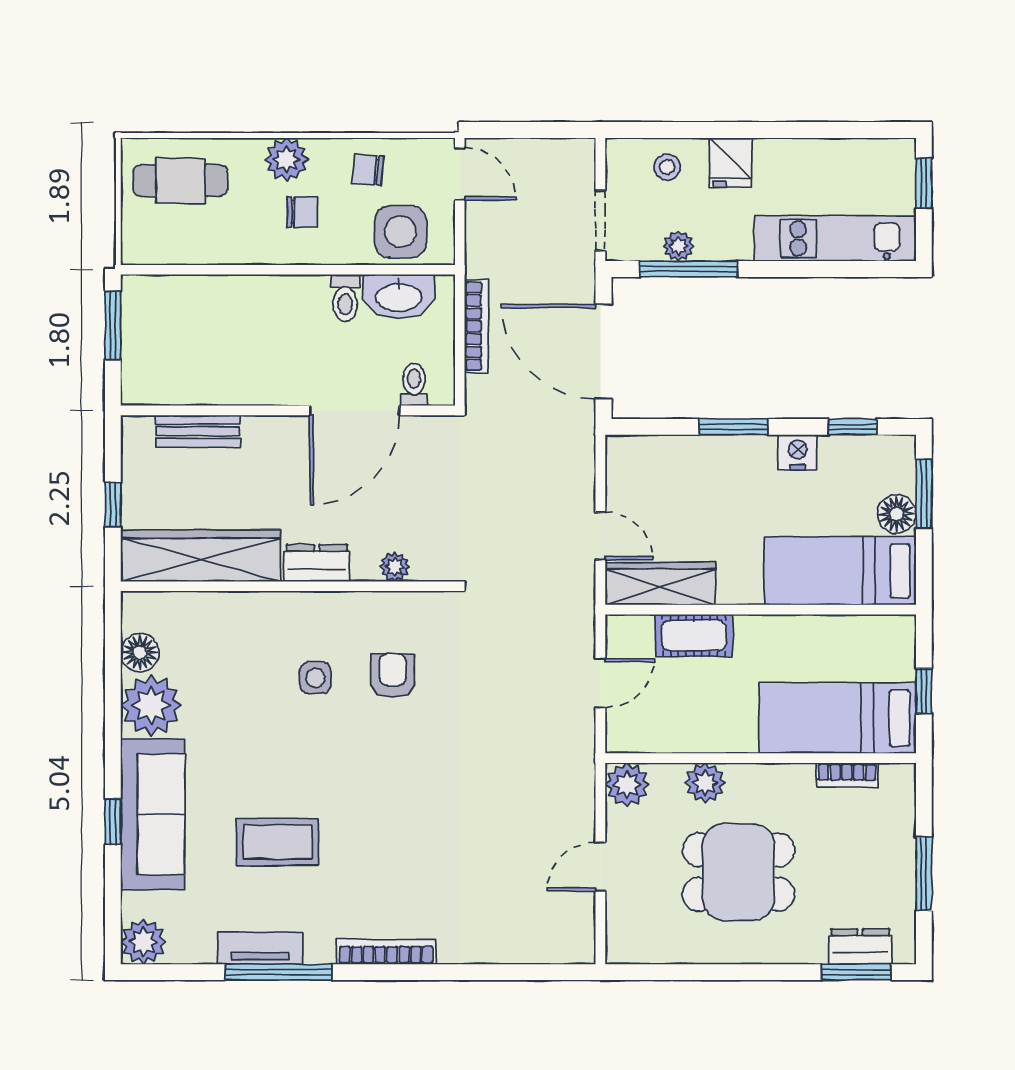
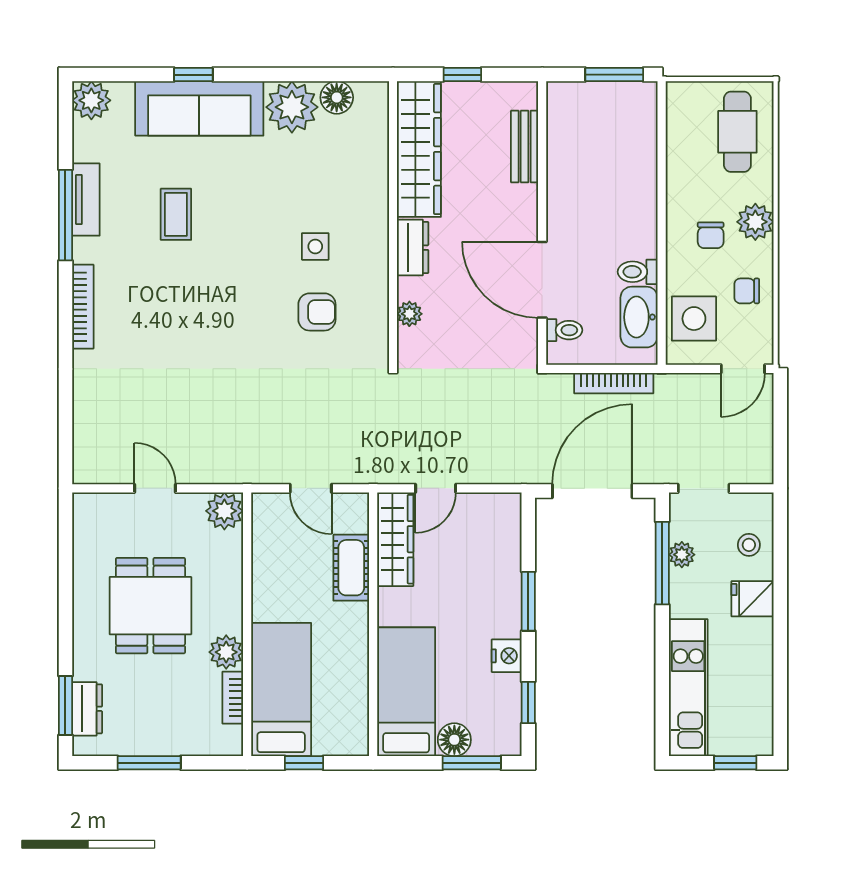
chair: (368, 169) -> (747, 291), turned -96
plant: (705, 783) -> (226, 652), moved
coffee table: (278, 842) -> (176, 214), width x0.73, depth x0.77

